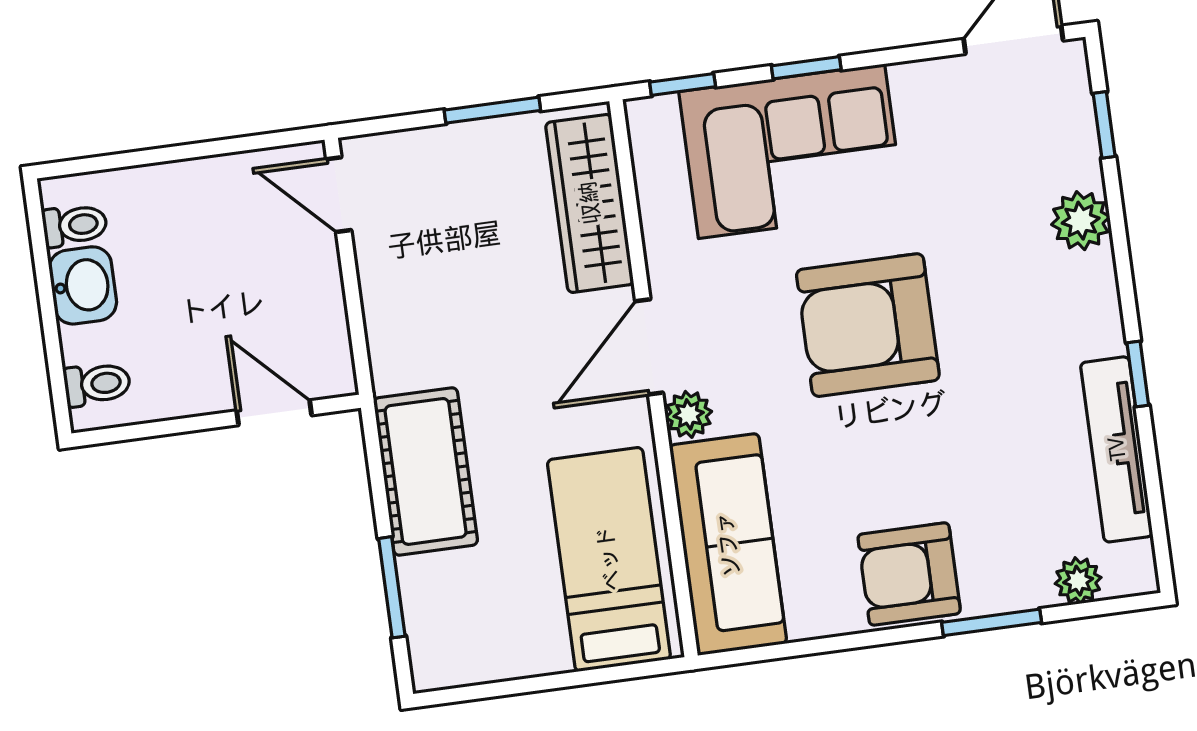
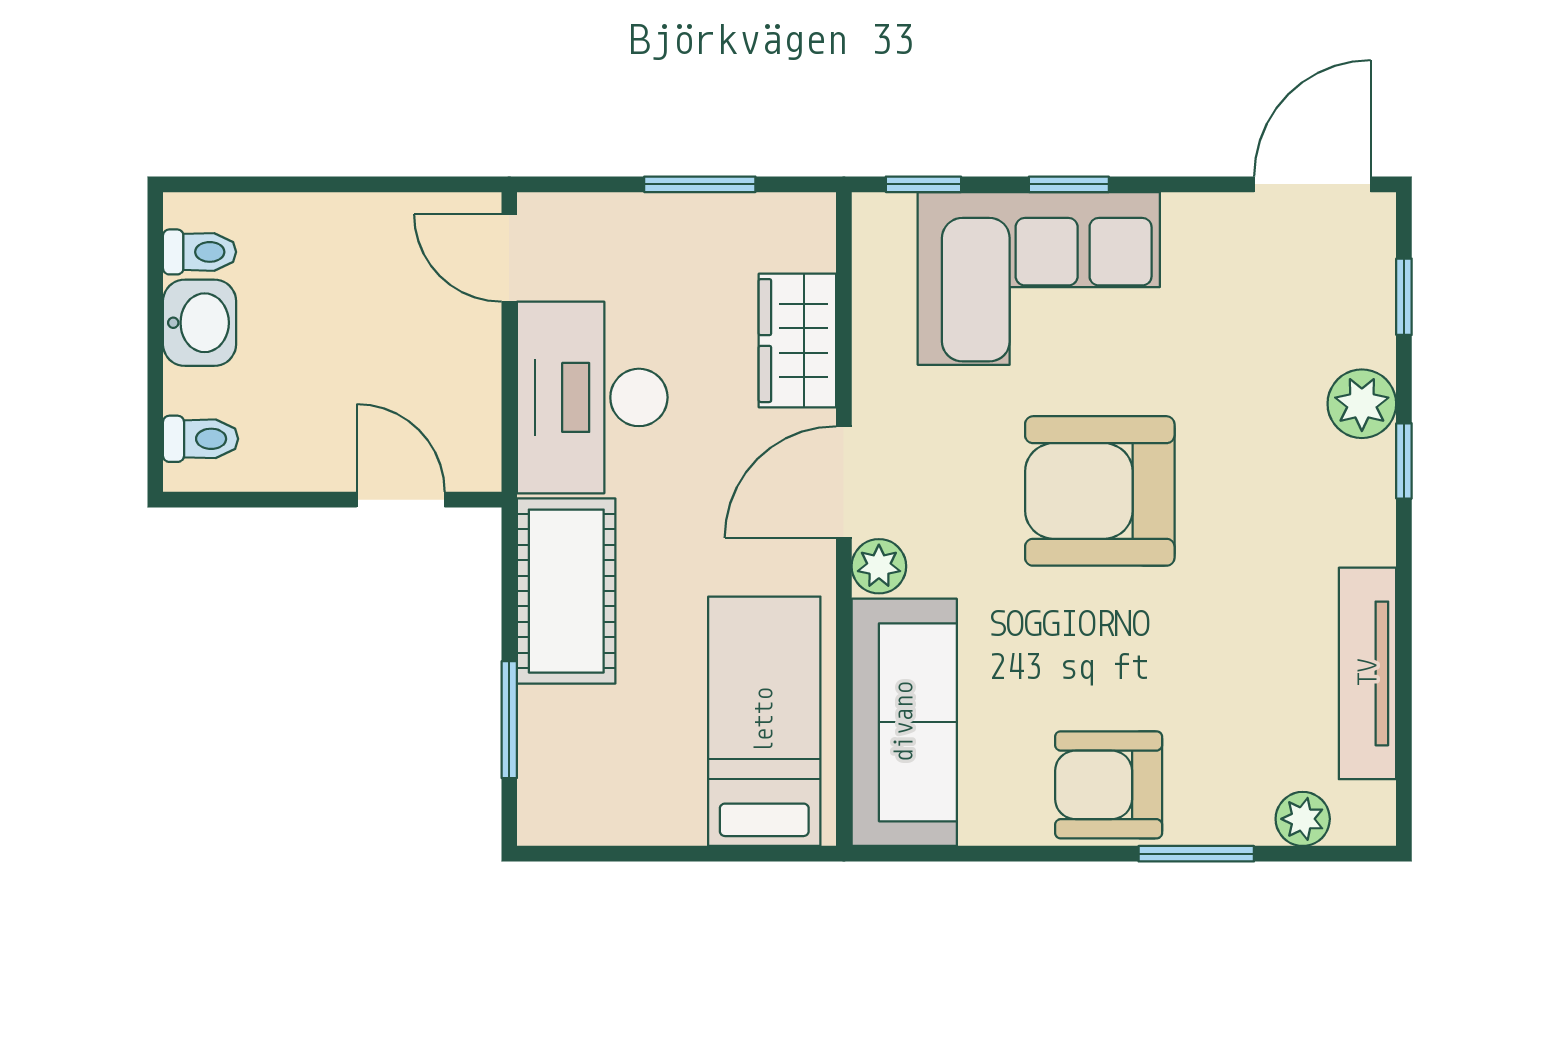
wardrobe: (590, 203) -> (797, 341), width x0.67
desk: (425, 304) -> (592, 397), added
window: (1138, 374) -> (1404, 461), moved

